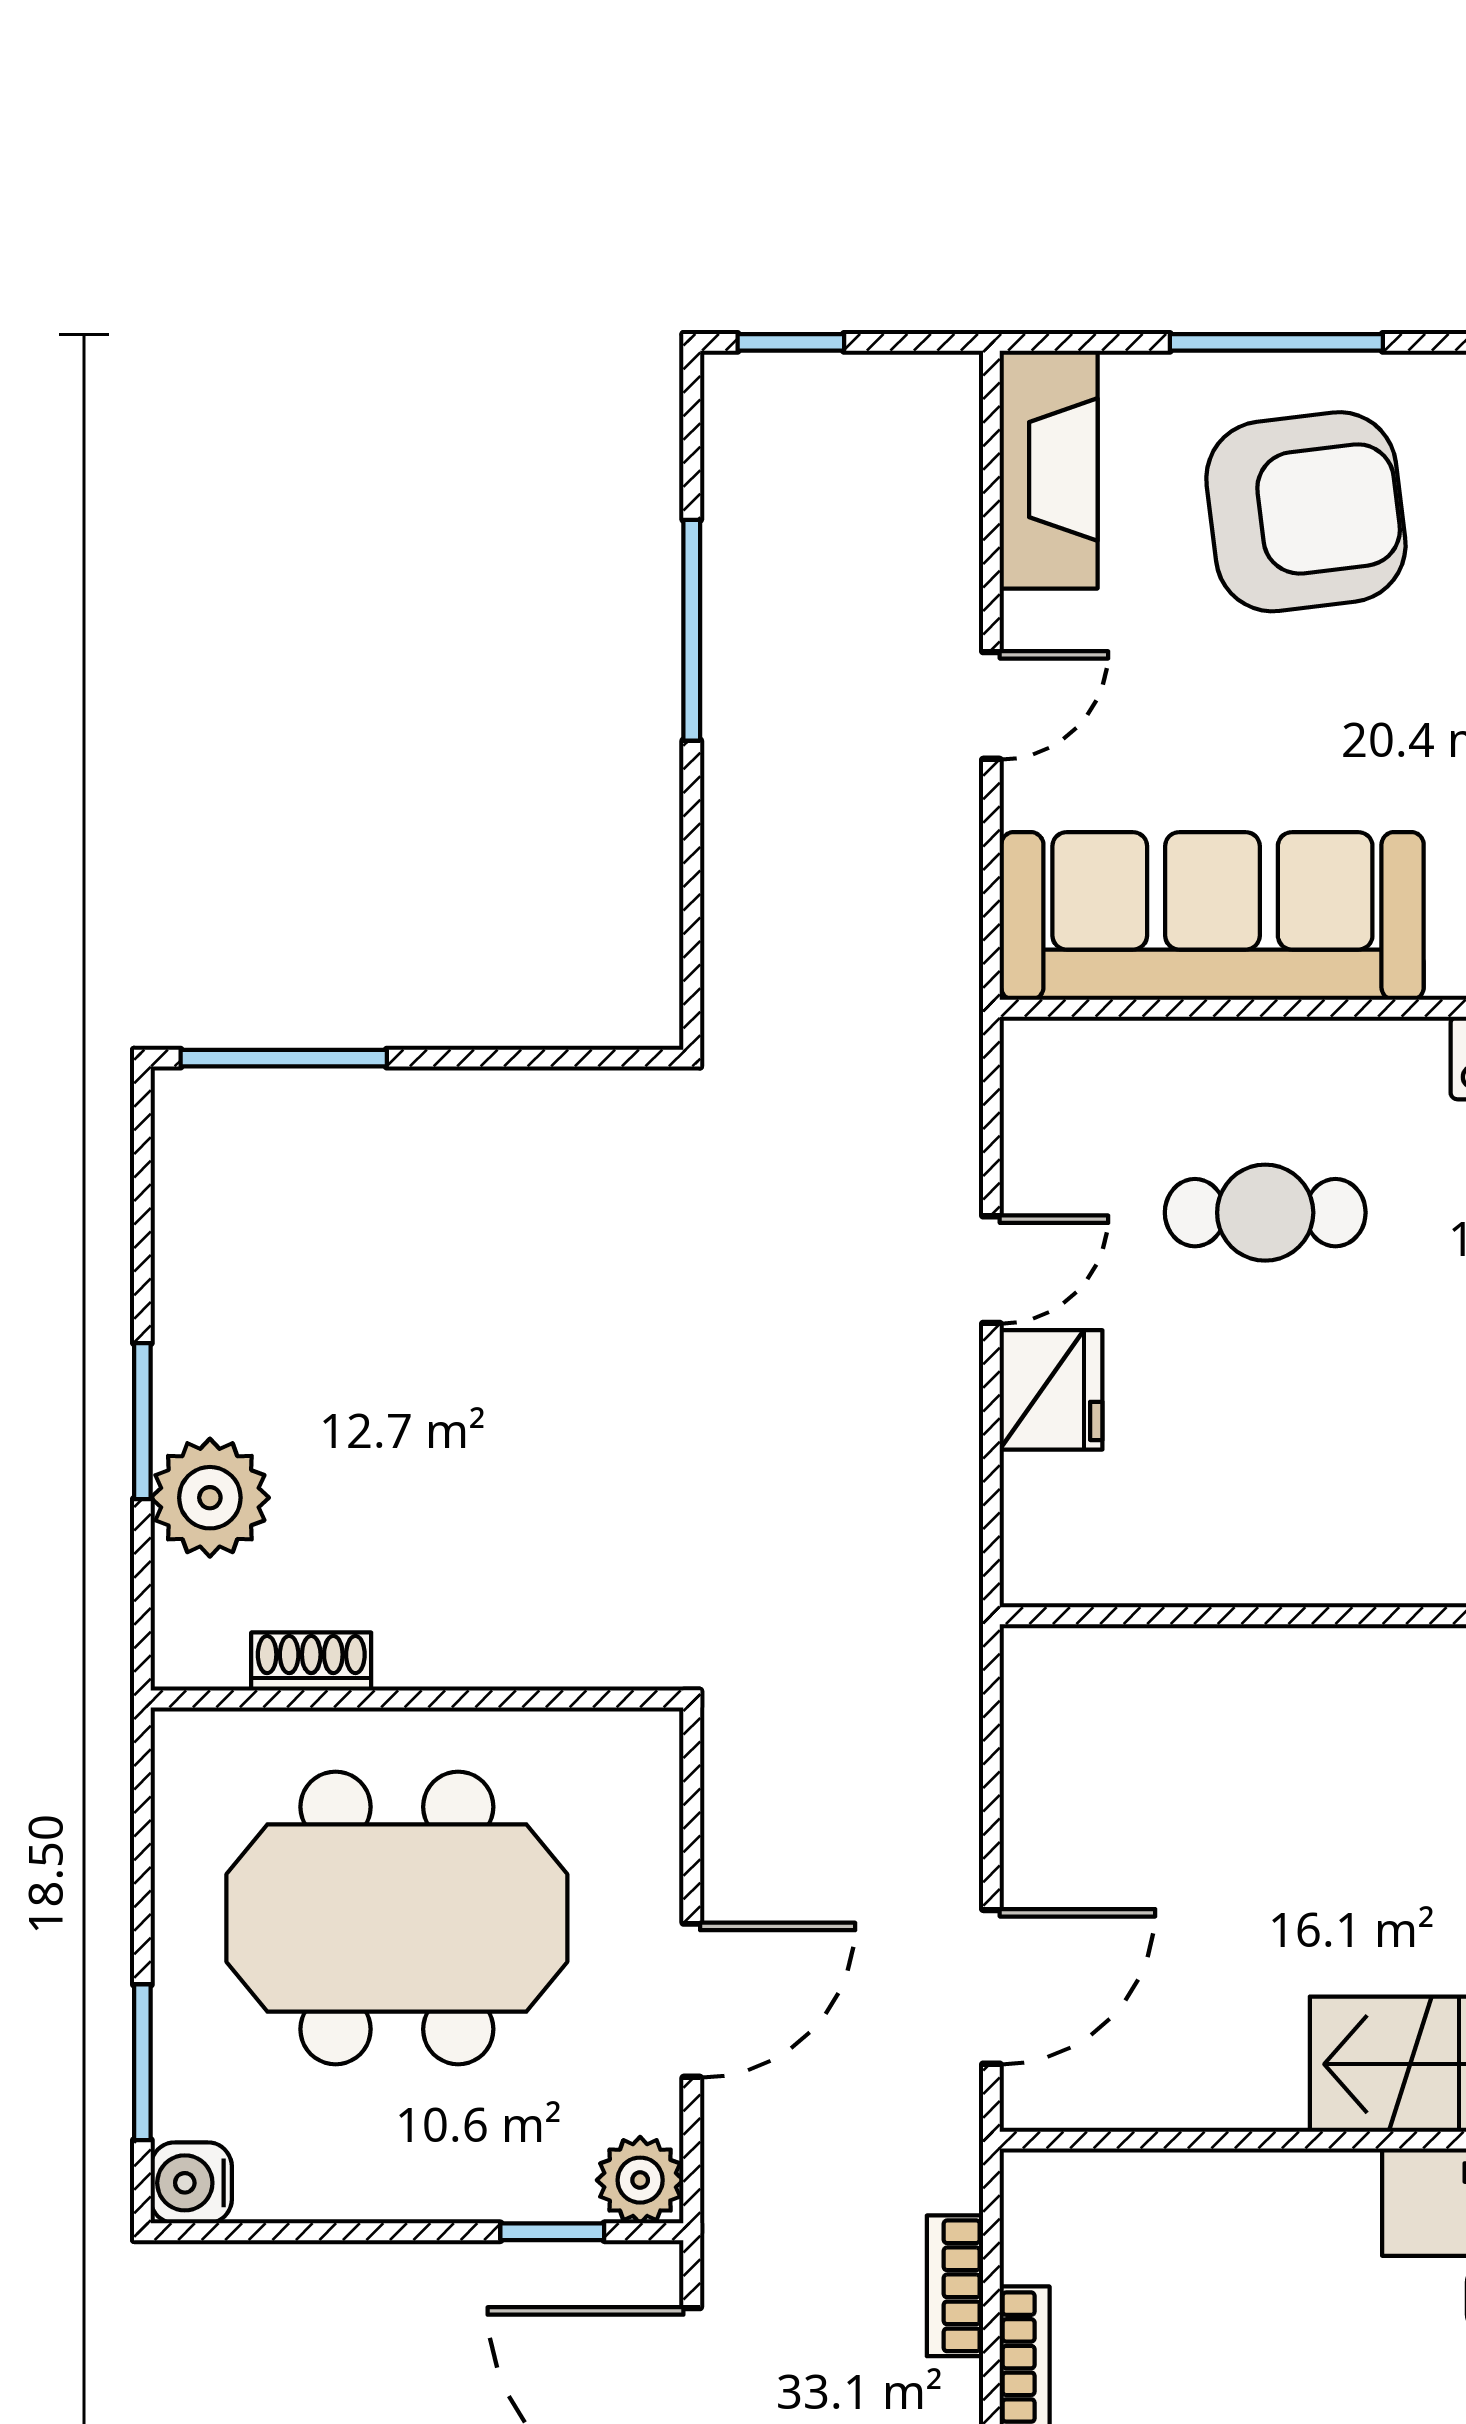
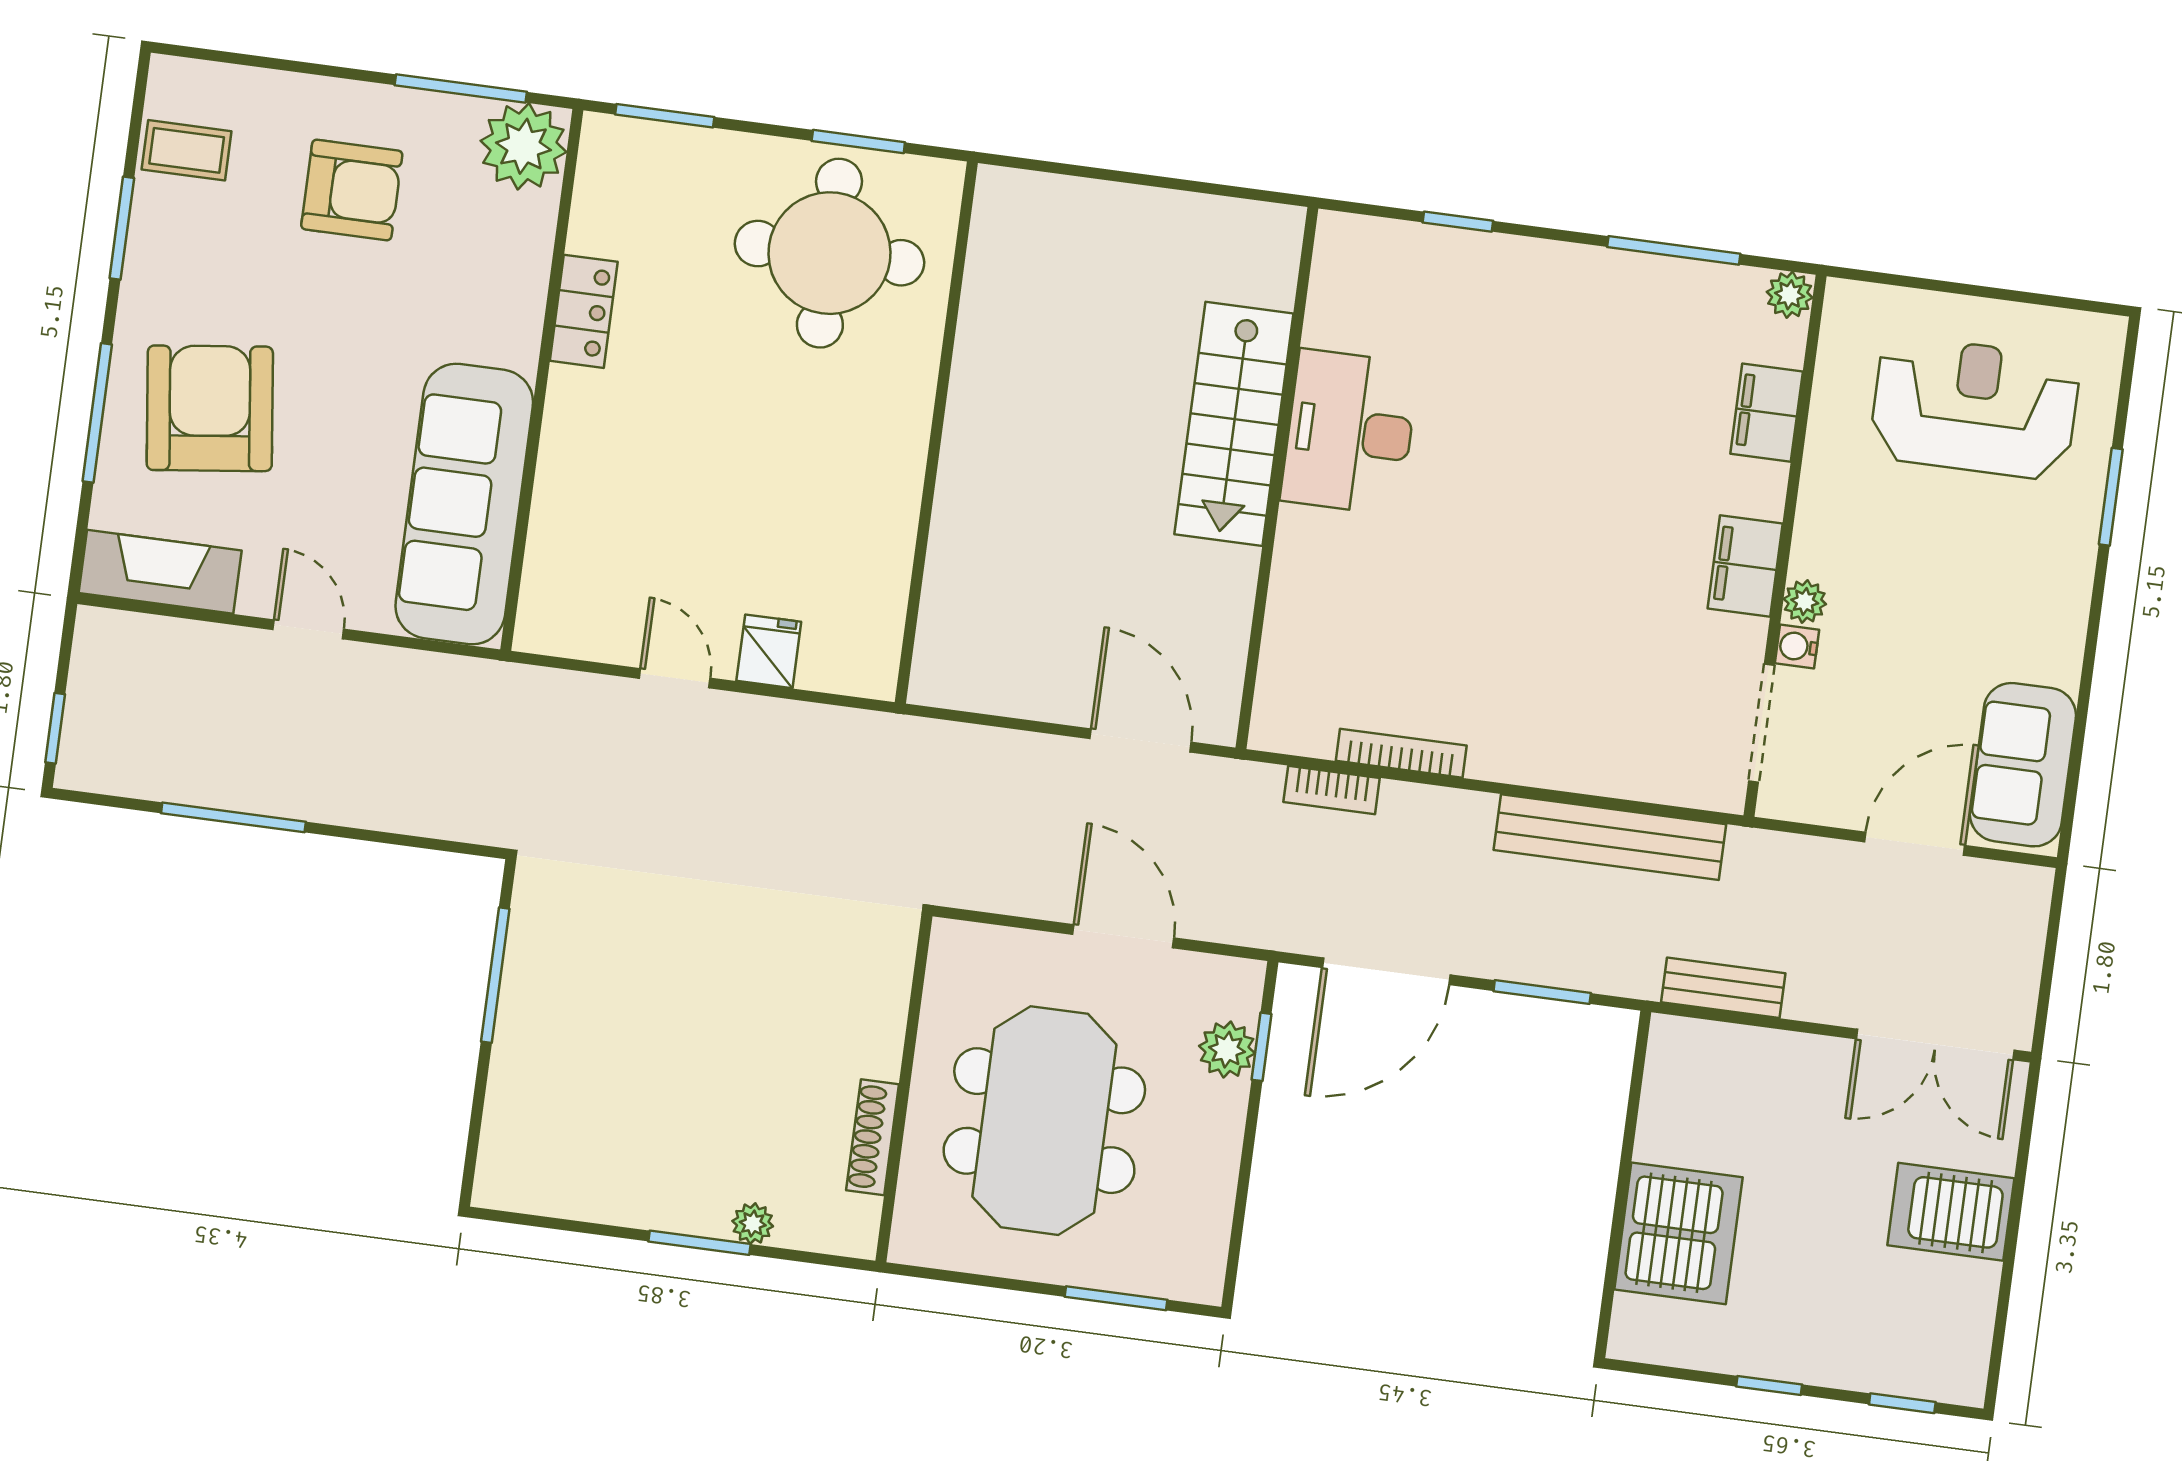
window: (284, 1058) -> (495, 975), moved
cafe table: (1265, 1213) -> (661, 496), removed
fridge: (1051, 1390) -> (769, 651), width x0.72
plant: (210, 1498) -> (753, 1224), width x0.53, depth x0.53
shoe rack: (311, 1662) -> (873, 1137), width x1.43
plant: (640, 2180) -> (1227, 1050), moved
water cooler: (191, 2183) -> (1199, 1277), removed

